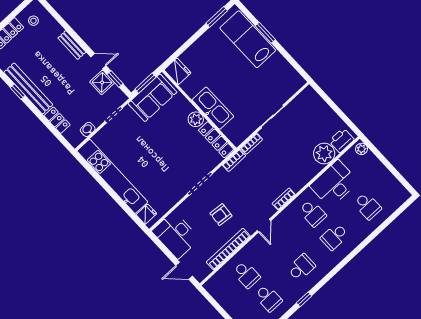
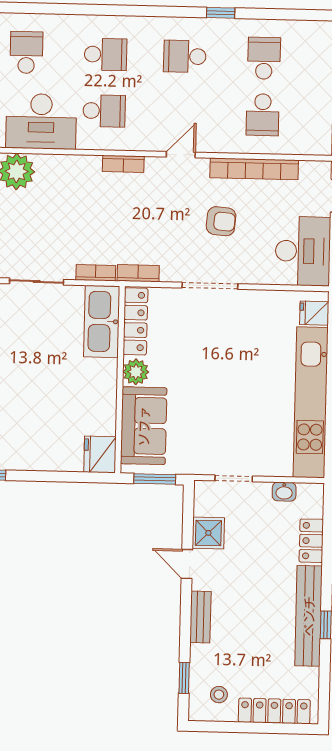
window: (115, 79) -> (184, 678), moved
sofa: (152, 98) -> (144, 426), moved, turned 90
kitchen sink: (213, 108) -> (102, 322), moved
school desk: (313, 213) -> (104, 111), turned 90
school desk: (246, 275) -> (263, 115), turned 180

